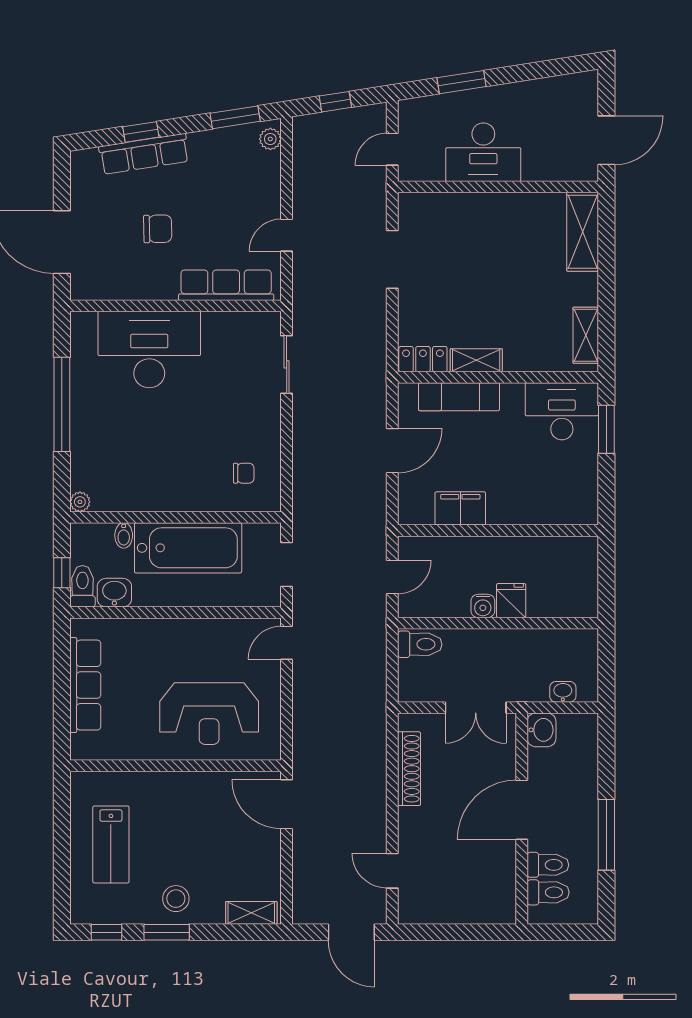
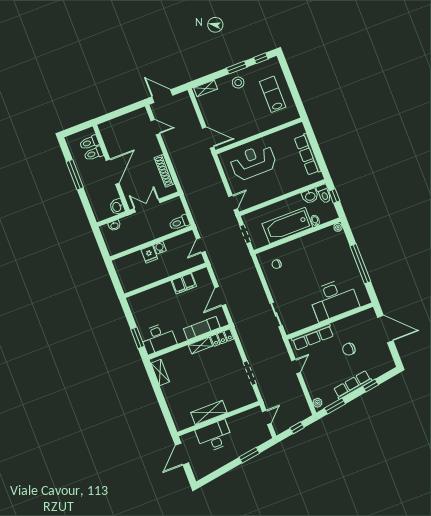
desk: (483, 152) -> (214, 436), moved
row of seats: (144, 154) -> (353, 385), moved
shelving: (583, 232) -> (209, 413), moved, turned 90

